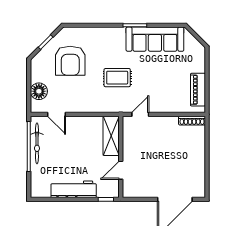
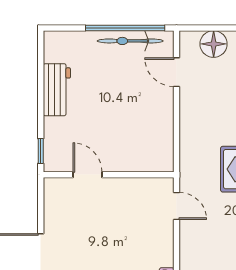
door: (56, 114) -> (177, 72), hinge flipped
shelving: (111, 136) -> (142, 159), removed
workbench: (74, 189) -> (57, 90), width x0.73

